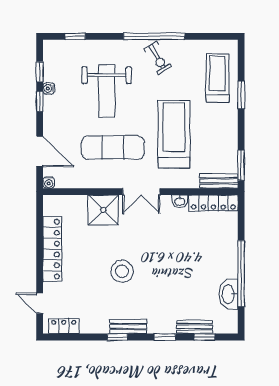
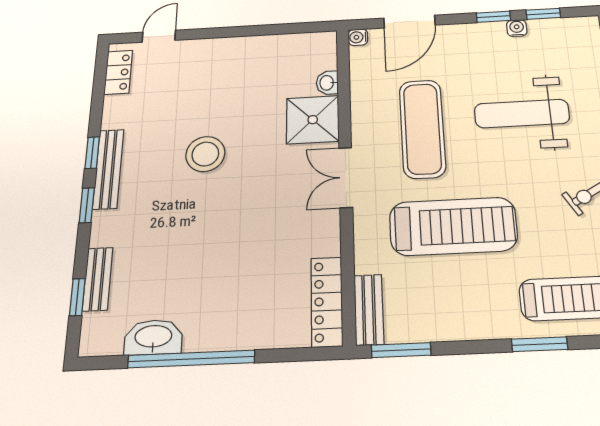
washbasin: (180, 201) -> (327, 83), moved
locker: (52, 249) -> (247, 49), removed
bench: (128, 327) -> (108, 169), width x1.36
window: (165, 337) -> (87, 205), moved

